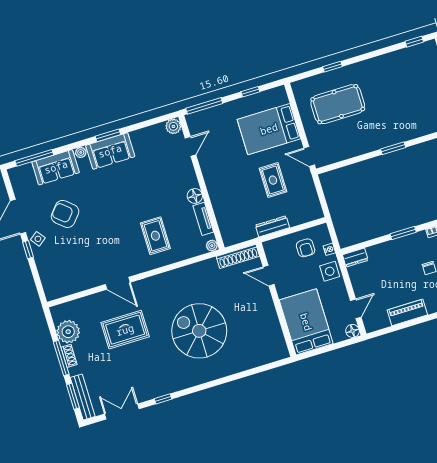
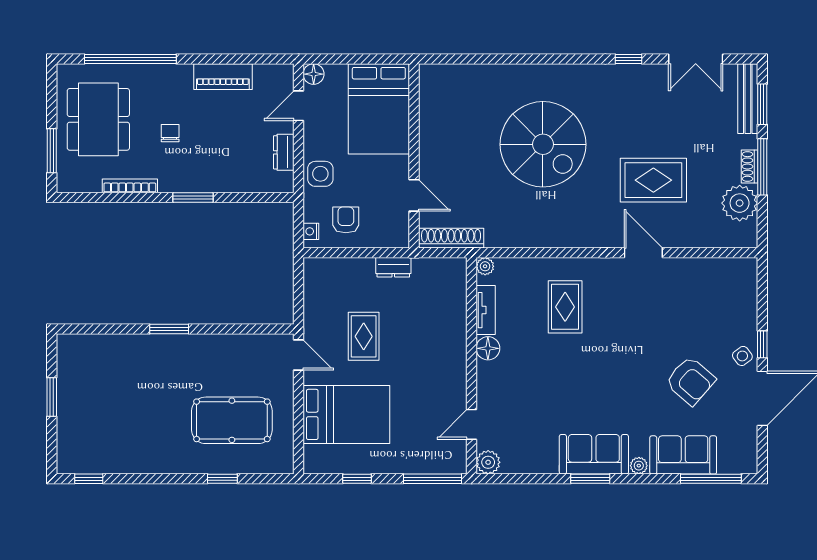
dresser: (272, 226) -> (393, 267), width x0.70
nightstand: (329, 249) -> (311, 231), moved
dresser: (355, 258) -> (284, 152), moved, turned -90

